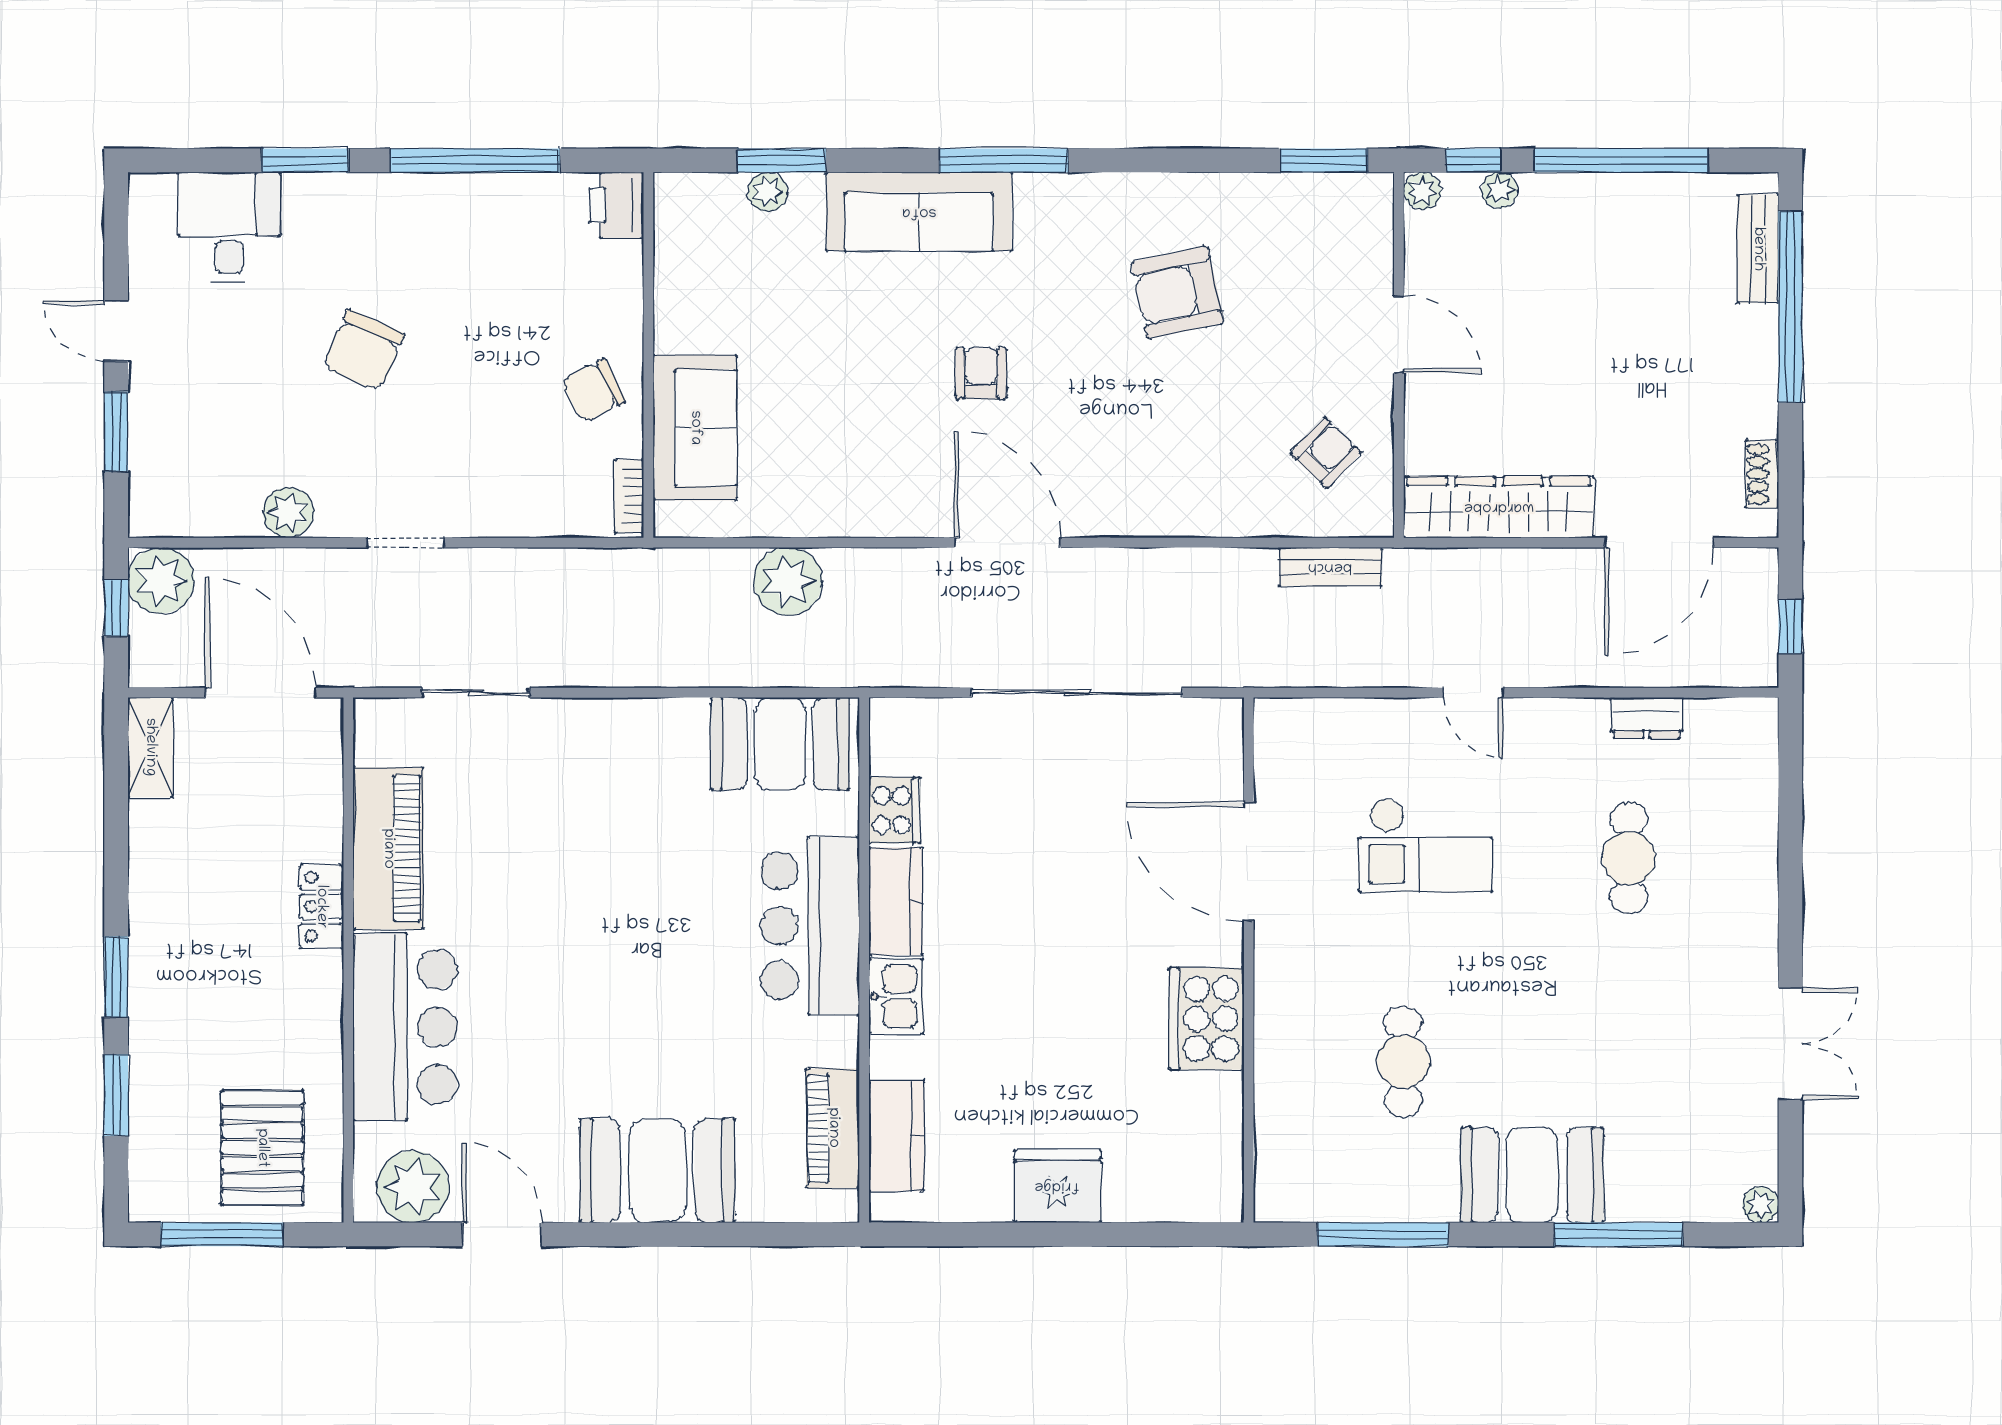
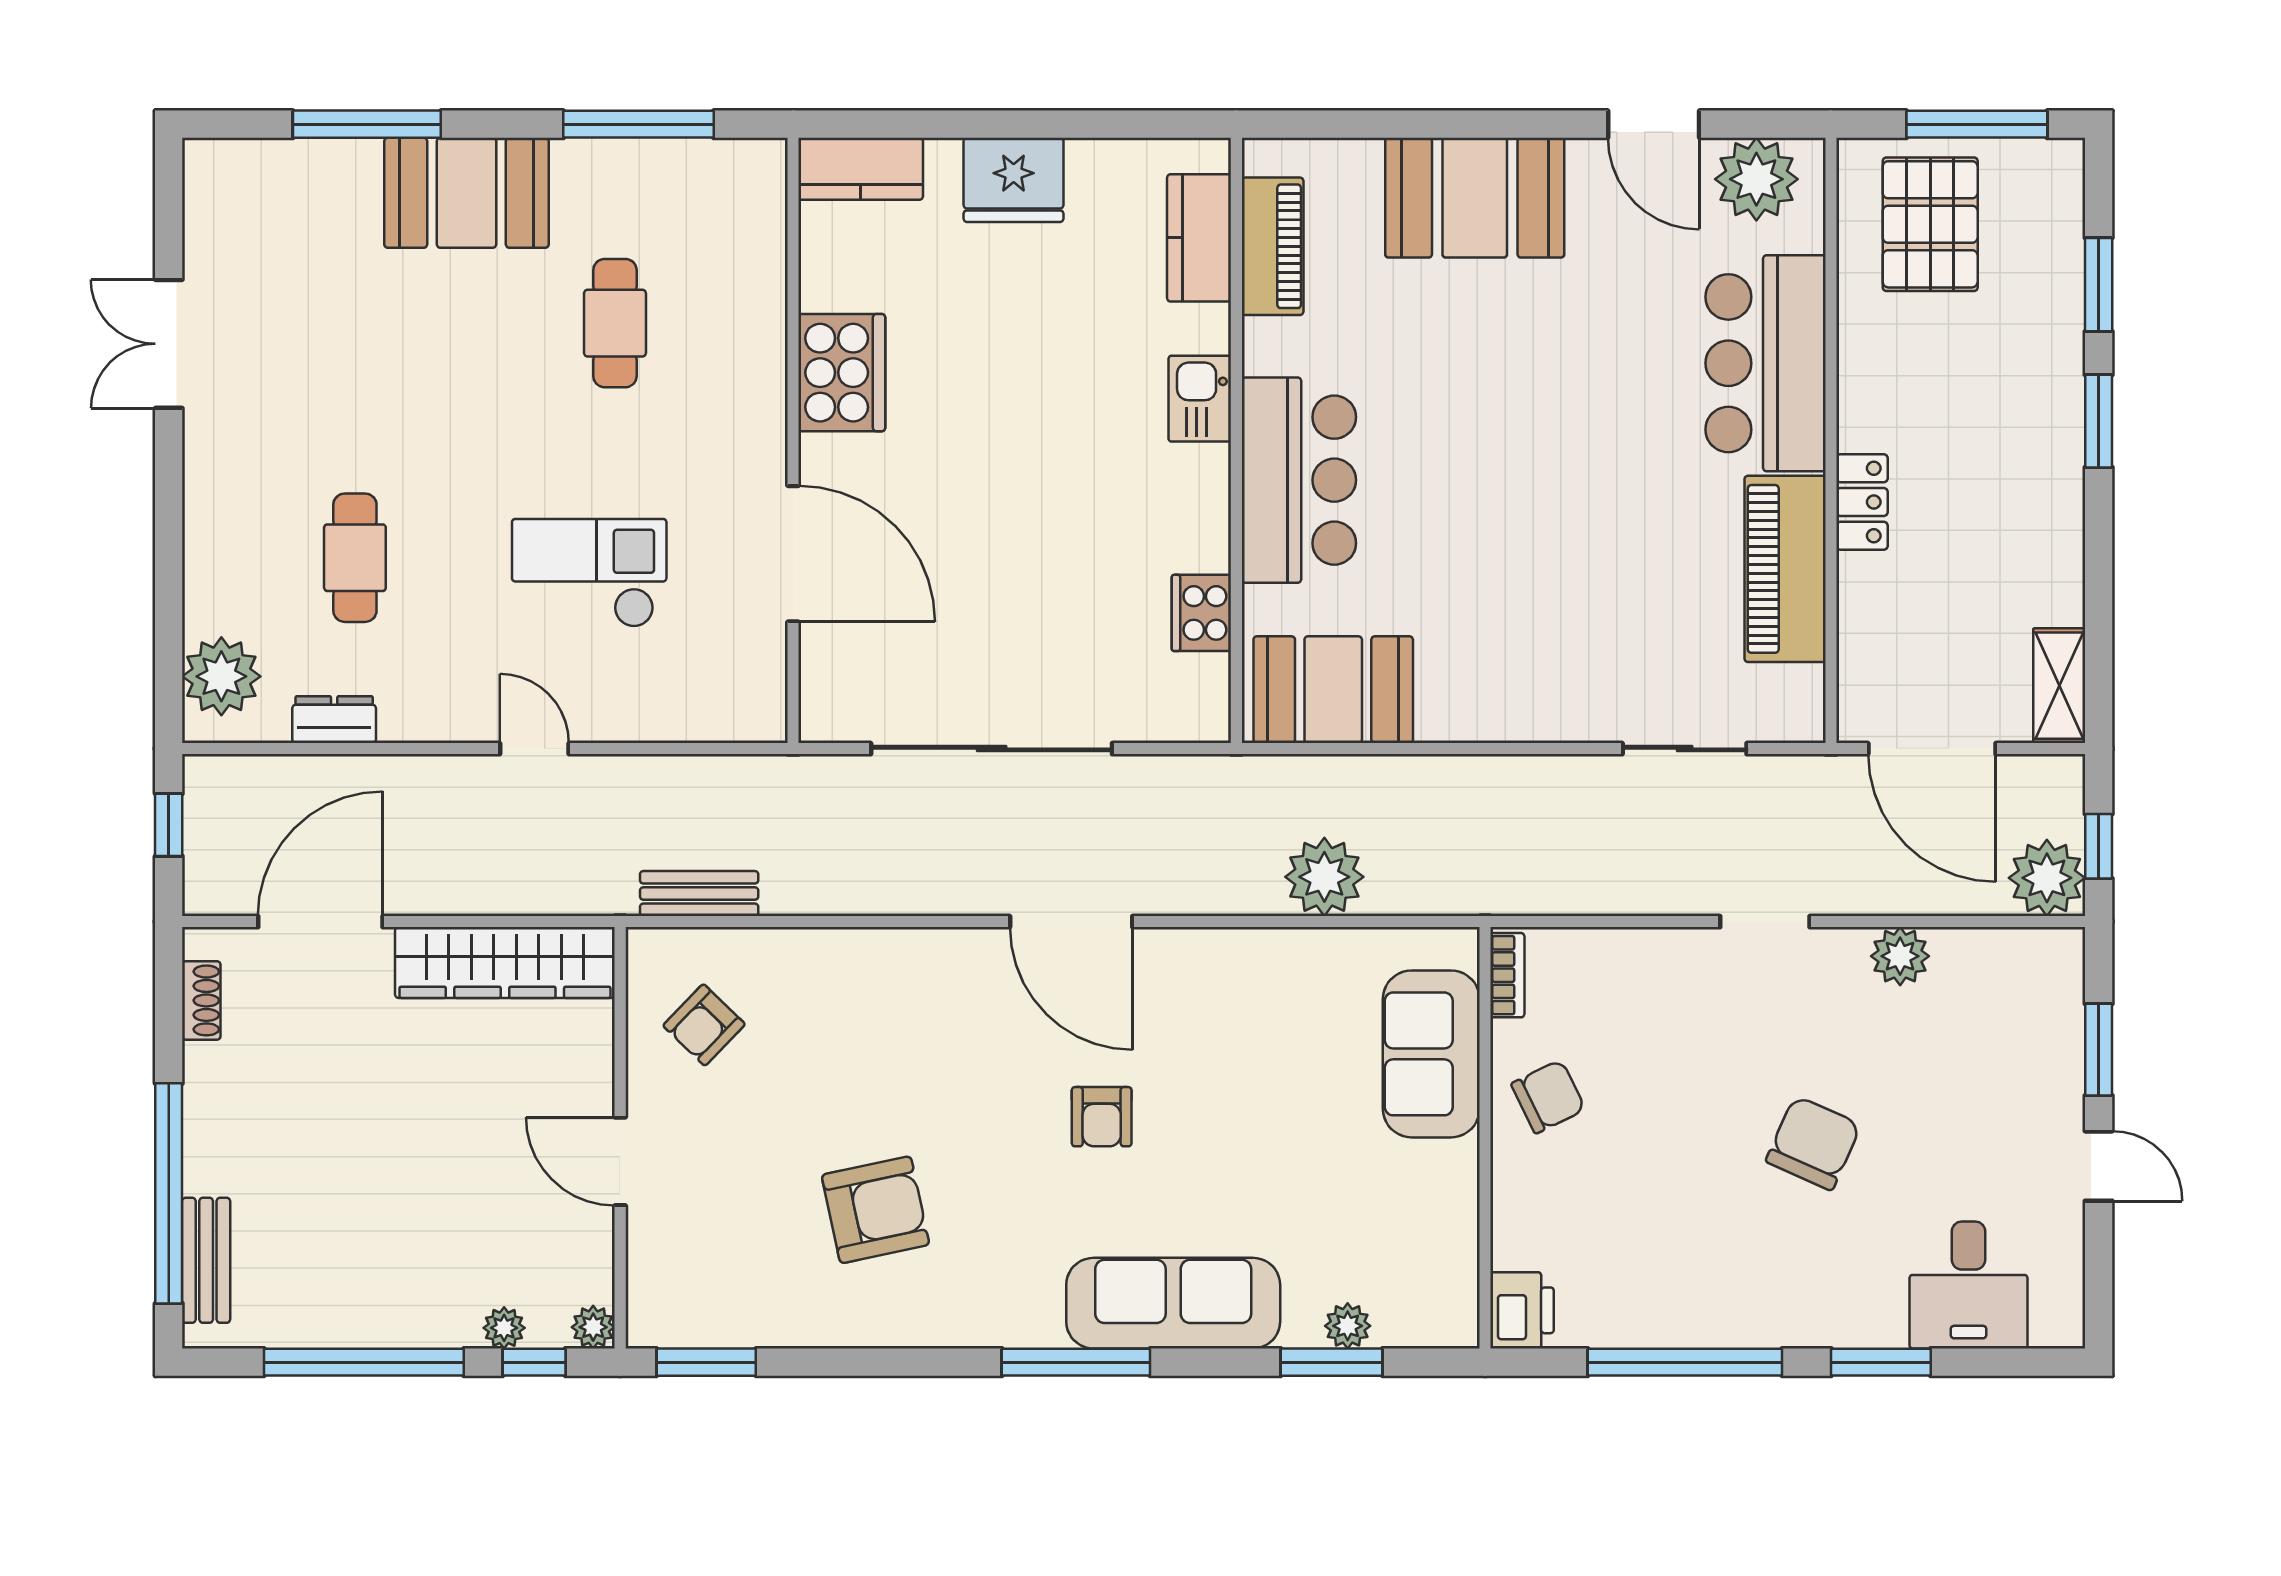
kitchen counter: (896, 901) -> (861, 169), moved, turned -90
plant: (1761, 1205) -> (221, 676), moved, width x1.88, depth x1.88

